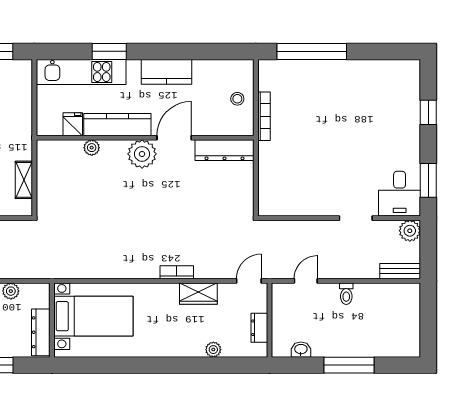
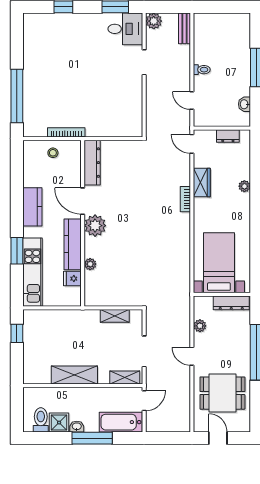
plant: (213, 350) -> (244, 186), moved

